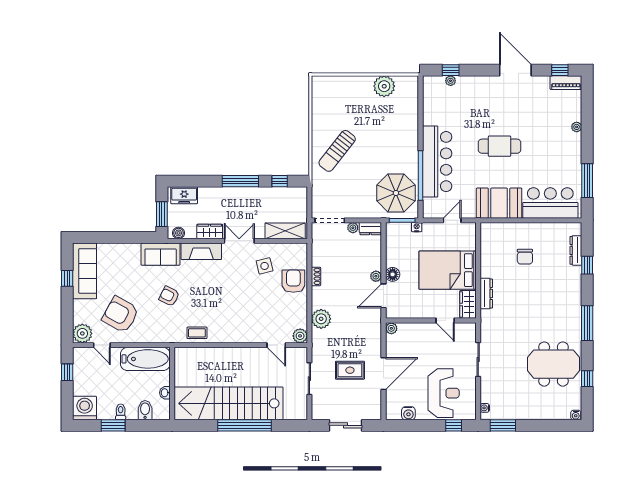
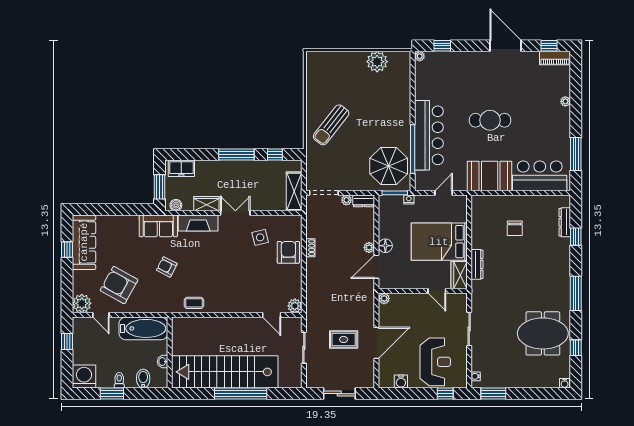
plant: (451, 81) -> (420, 56), moved
shelving: (285, 231) -> (294, 191), moved, turned 90
plant: (321, 319) -> (315, 289), removed

